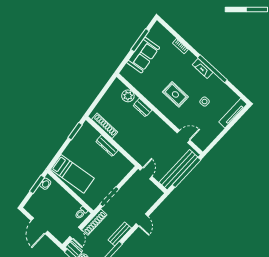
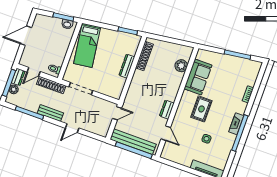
sofa: (143, 55) -> (198, 77), moved, turned -83
dresser: (142, 108) -> (167, 110), moved

